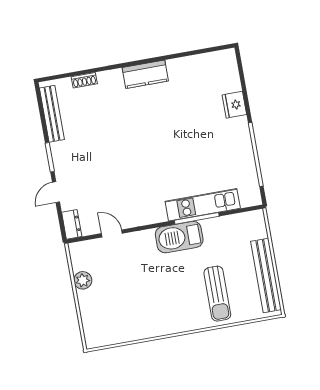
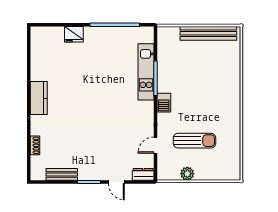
bench: (52, 114) -> (62, 174), width x0.73
barbecue: (179, 237) -> (164, 103), width x0.53, depth x0.65
sun lounger: (217, 294) -> (195, 141), moved

